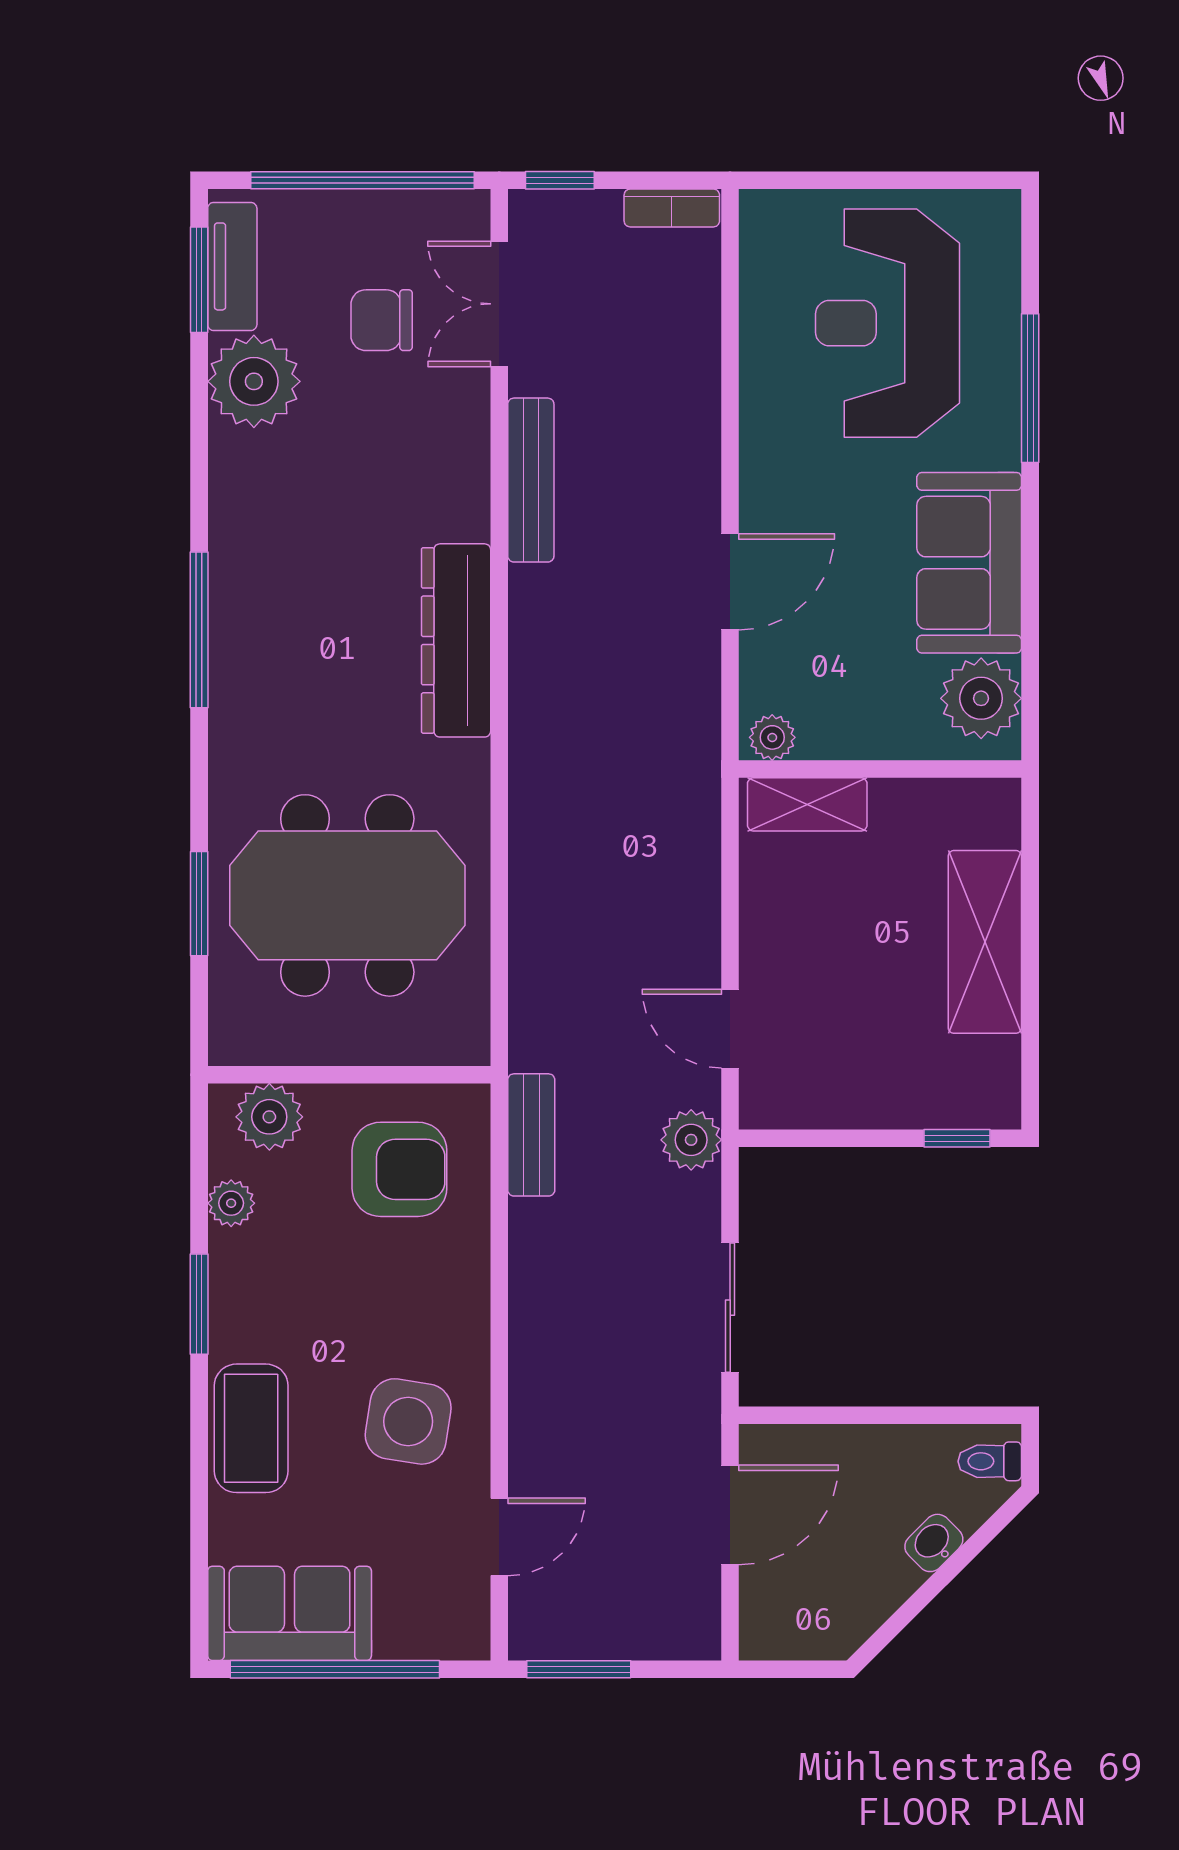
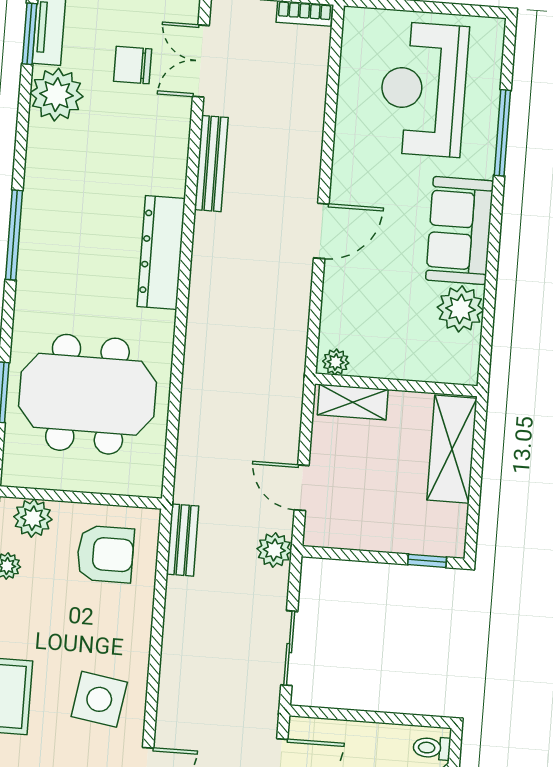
plant: (772, 737) -> (336, 362), moved
wall: (880, 769) -> (396, 385), moved
shelving: (807, 804) -> (353, 402), moved

